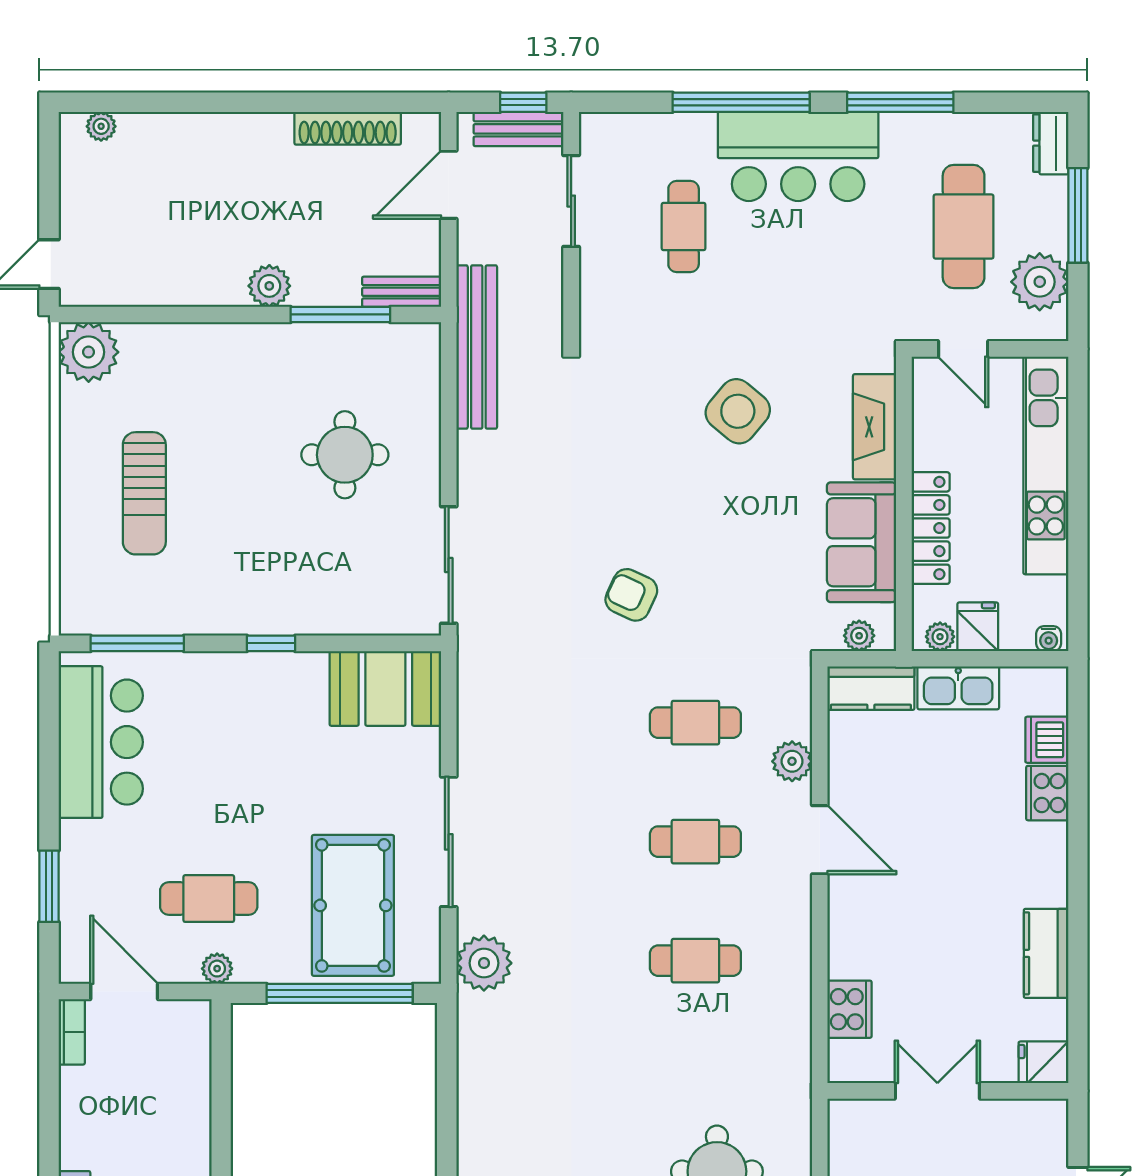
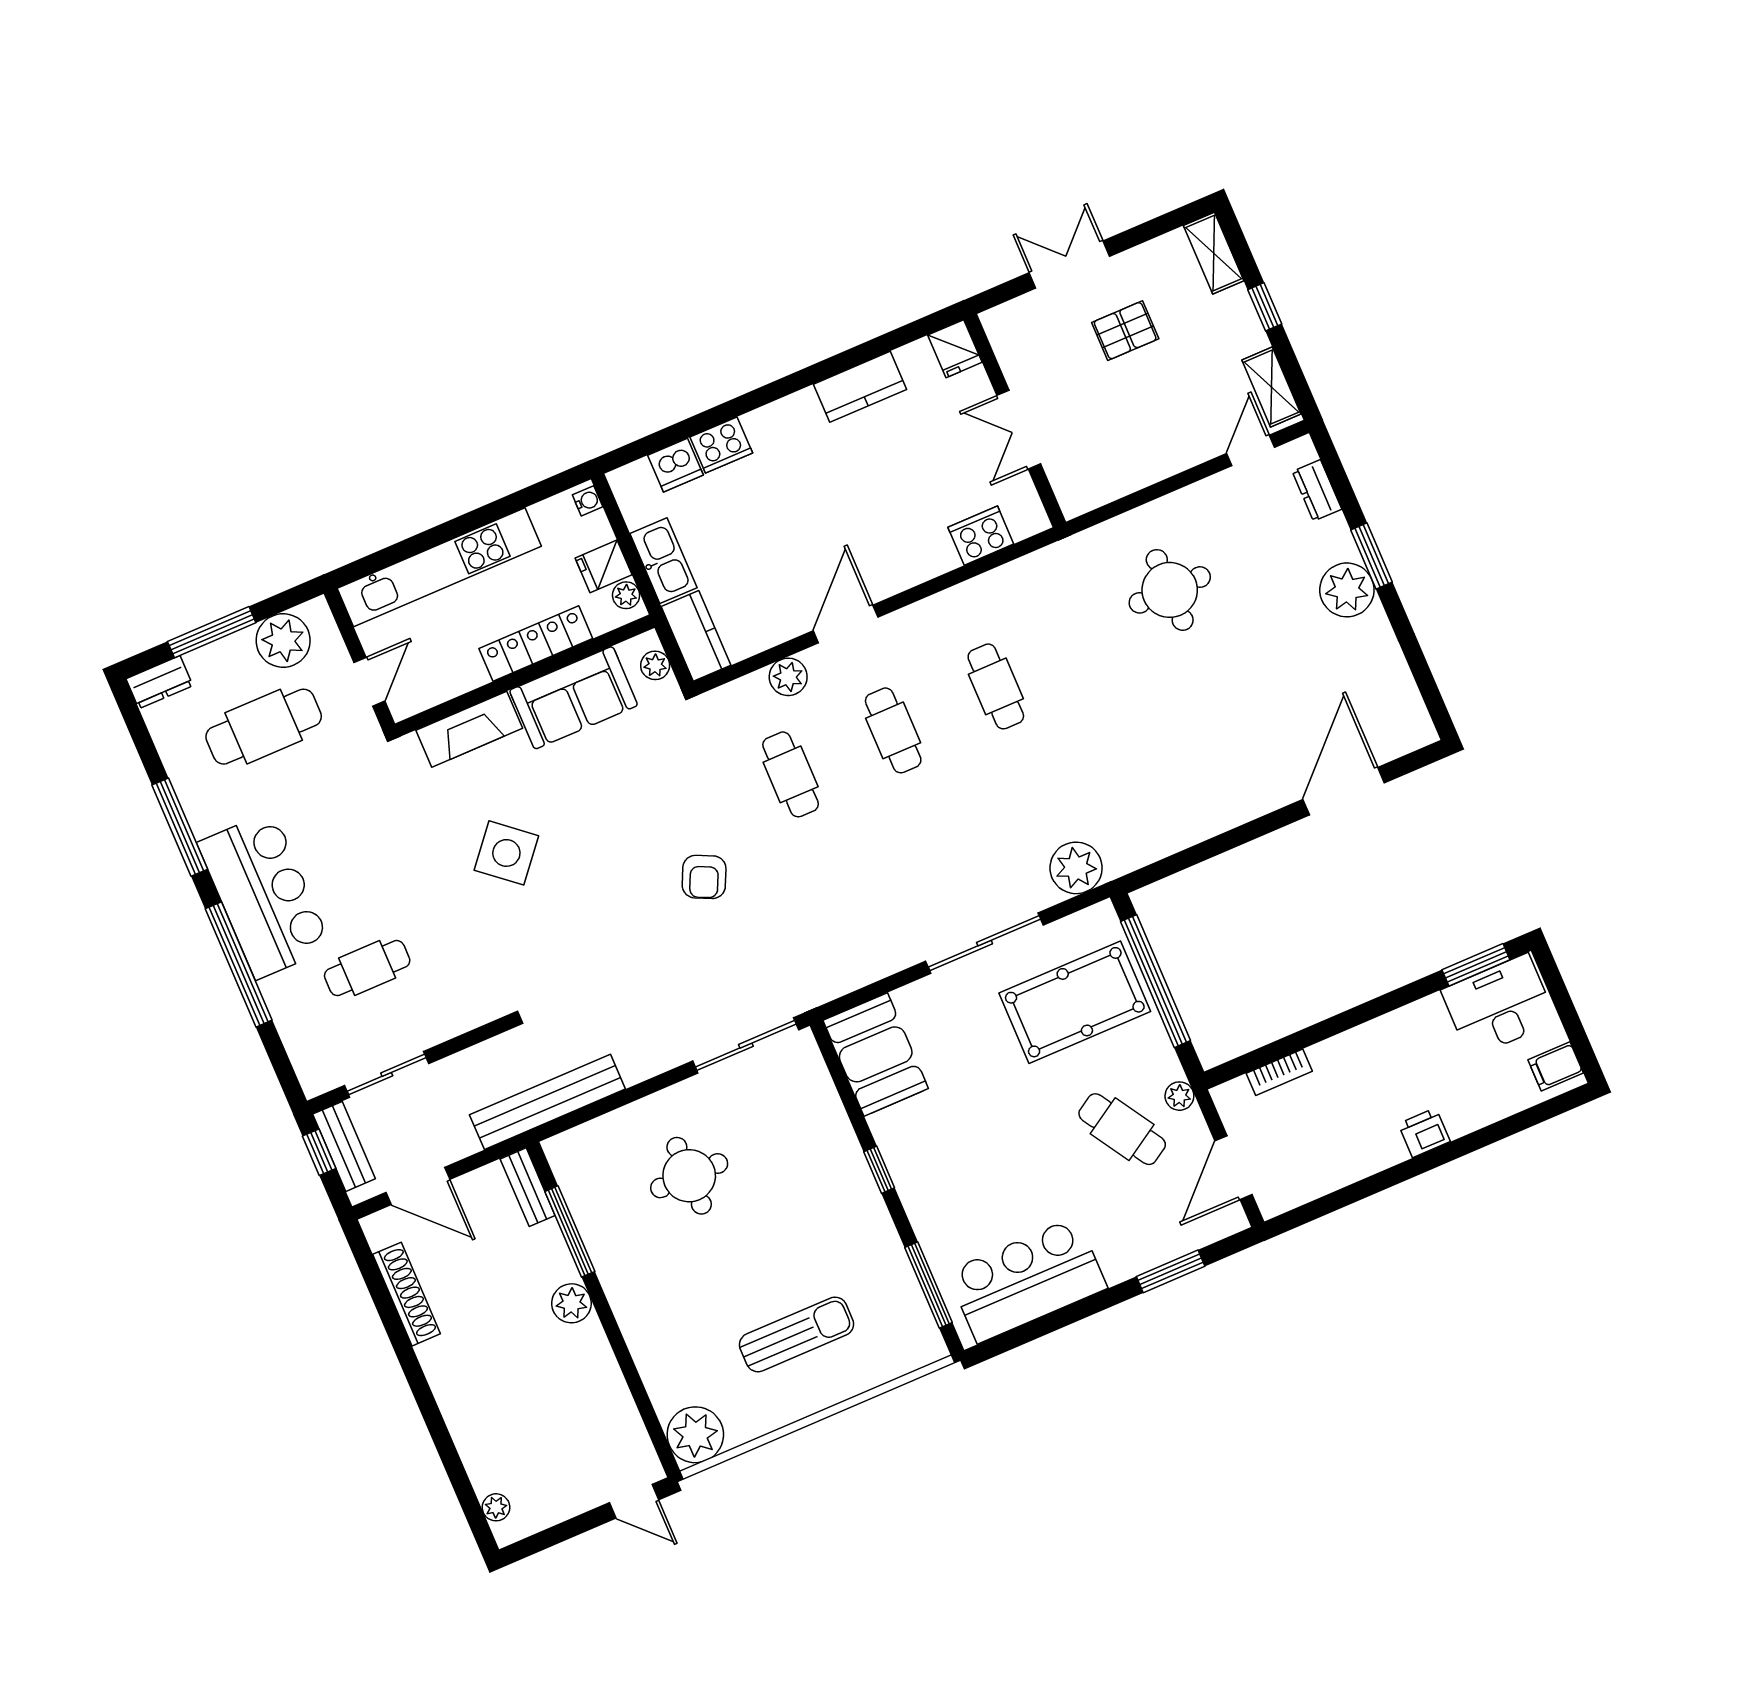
cafe table: (209, 899) -> (1122, 1129), turned -32
bookcase: (72, 1032) -> (1279, 1072), moved, turned 180

